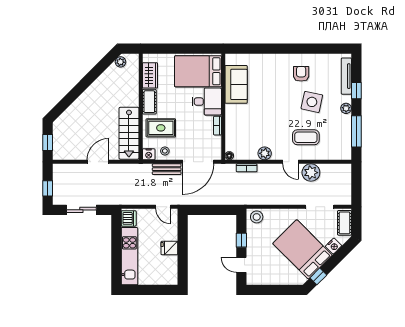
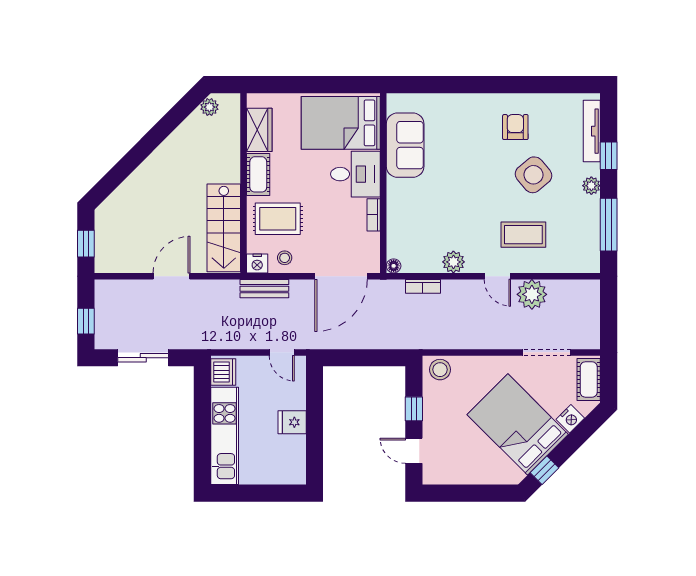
side table: (312, 102) -> (533, 175), turned 38
bench: (167, 169) -> (264, 289), moved

